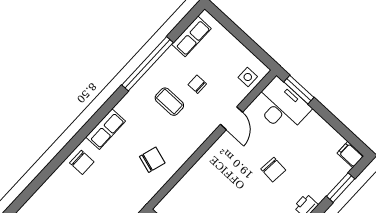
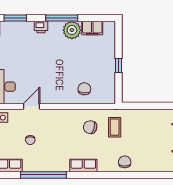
coffee table: (169, 102) -> (115, 127), moved
row of seats: (106, 129) -> (83, 165), moved
chair: (273, 170) -> (84, 89), moved

